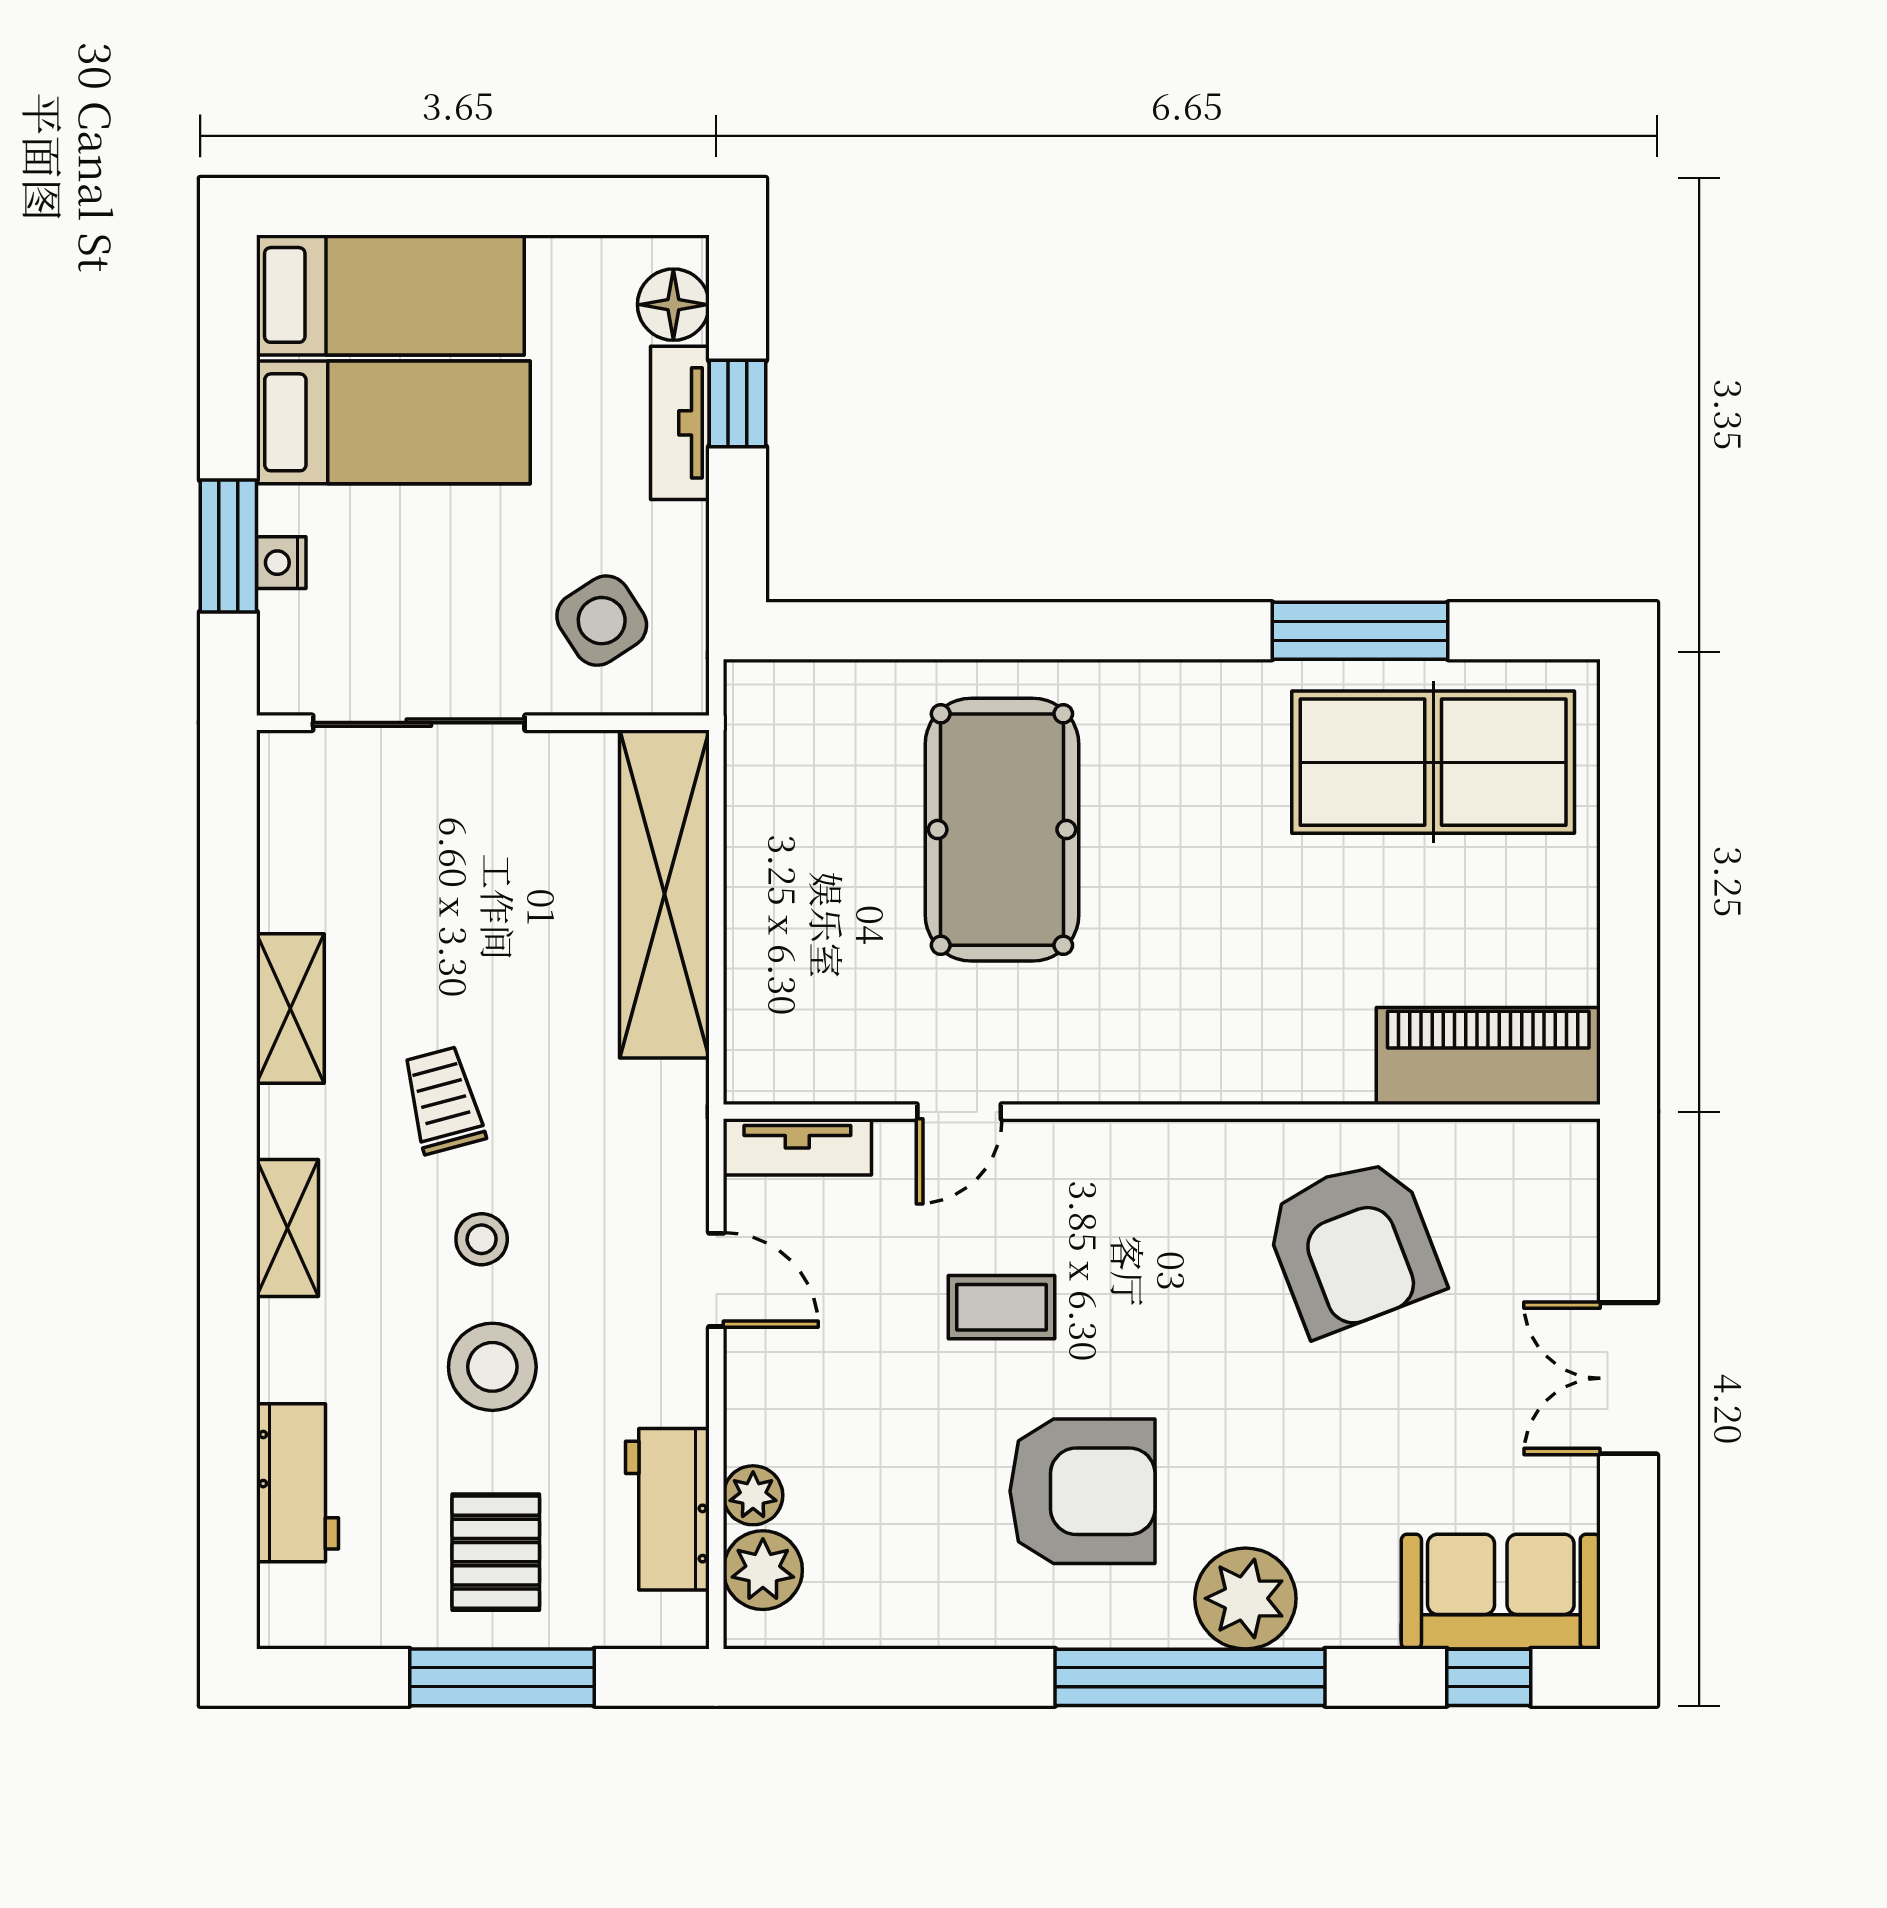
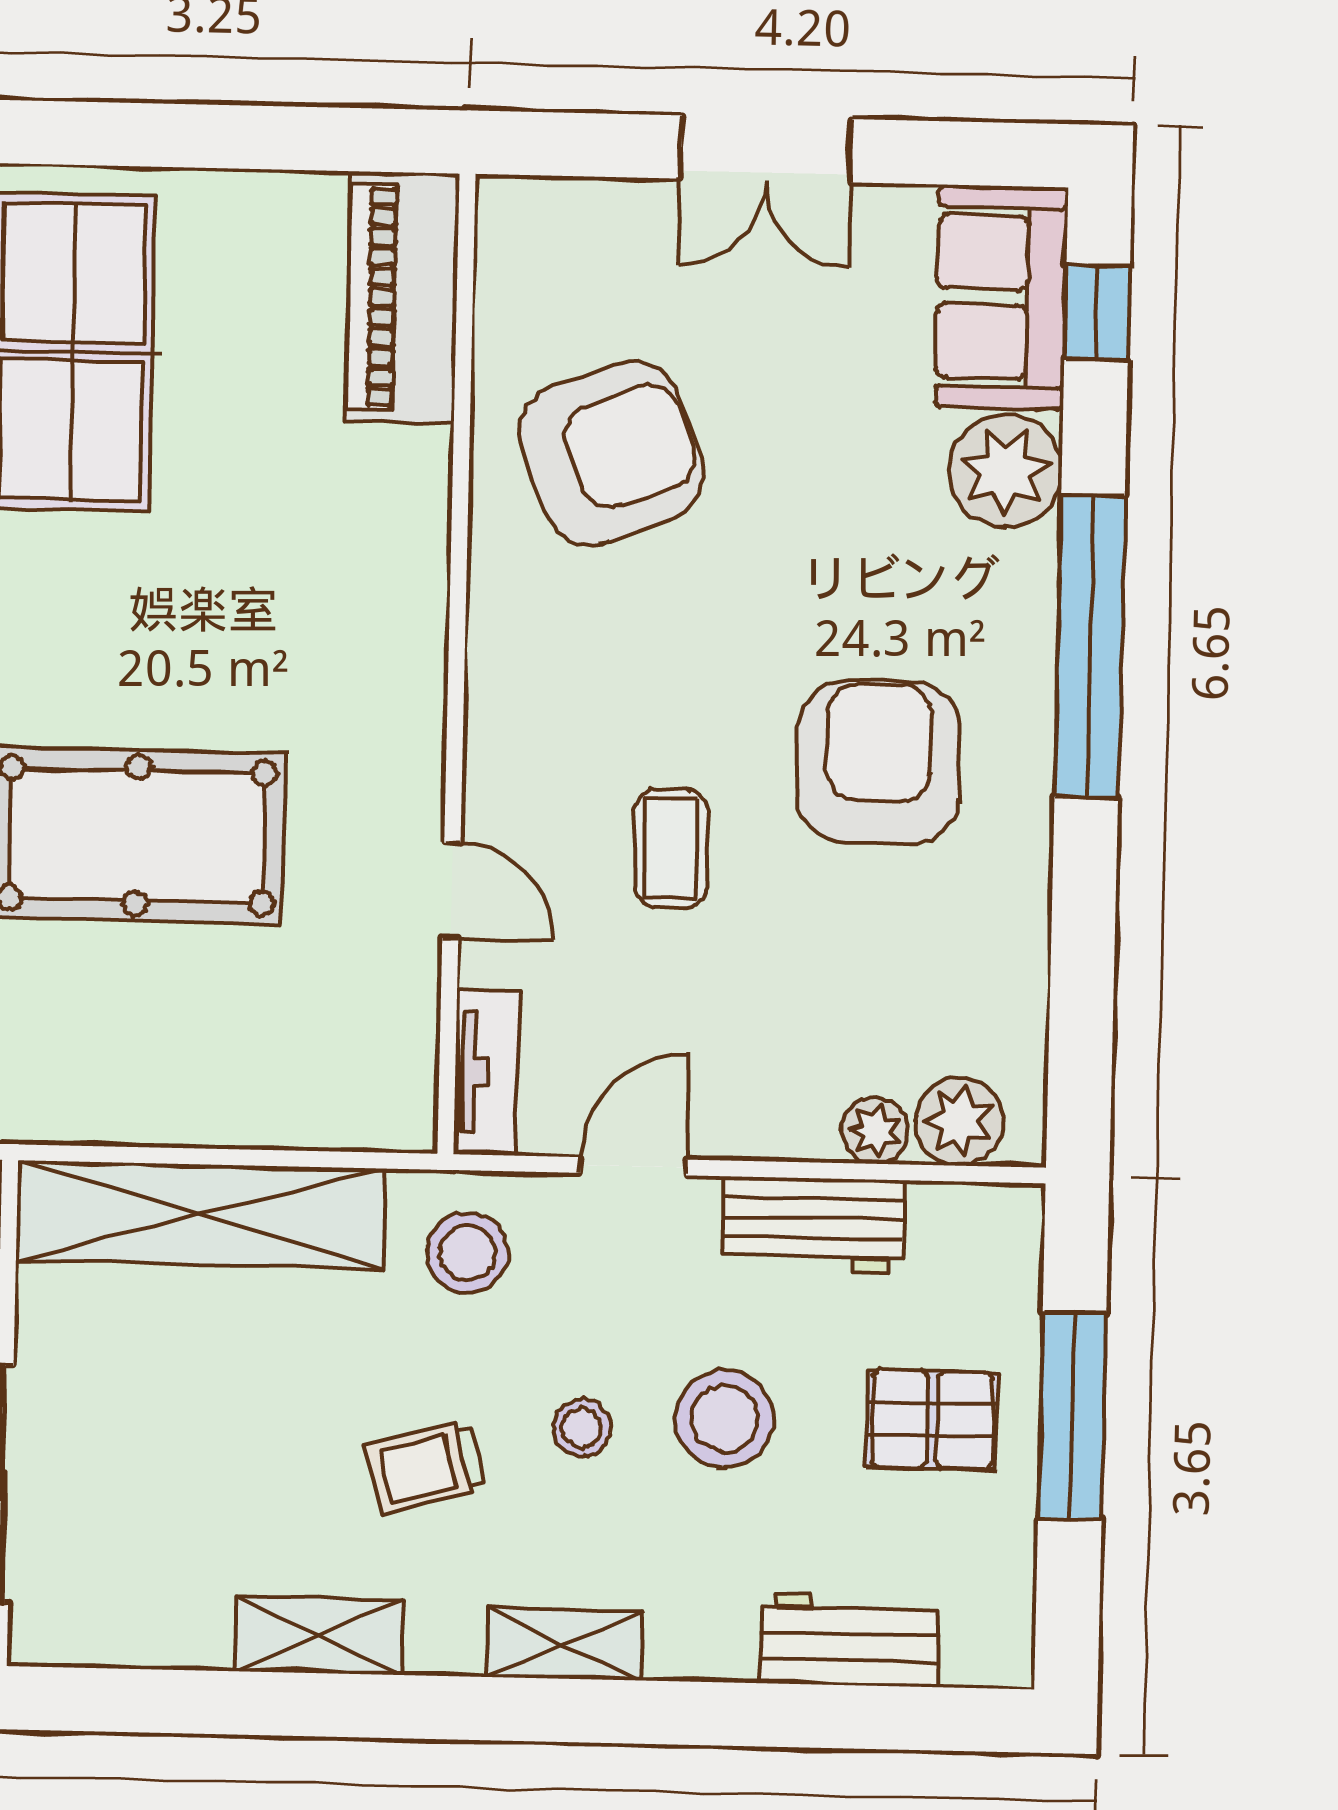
stool: (636, 1134) -> (468, 1253), added
workbench: (667, 1509) -> (813, 1225), moved
plant: (1245, 1598) -> (1005, 471), moved

